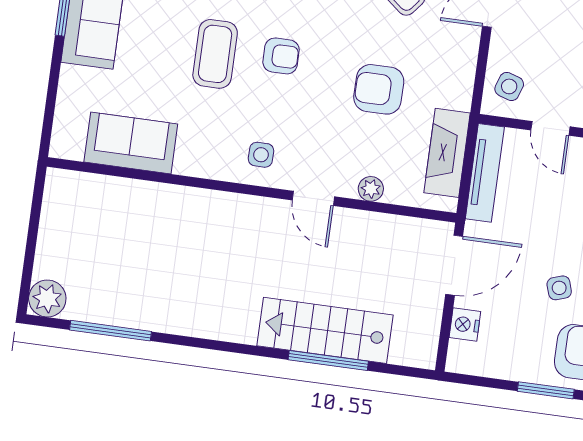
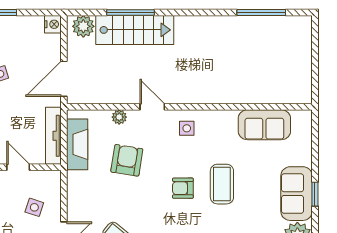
side table: (509, 86) -> (34, 207), moved
armchair: (379, 89) -> (127, 160), moved, turned -81
plant: (47, 298) -> (83, 26), moved
nightstand: (465, 324) -> (53, 24), moved

